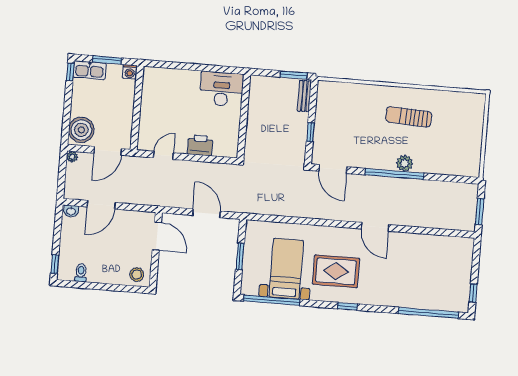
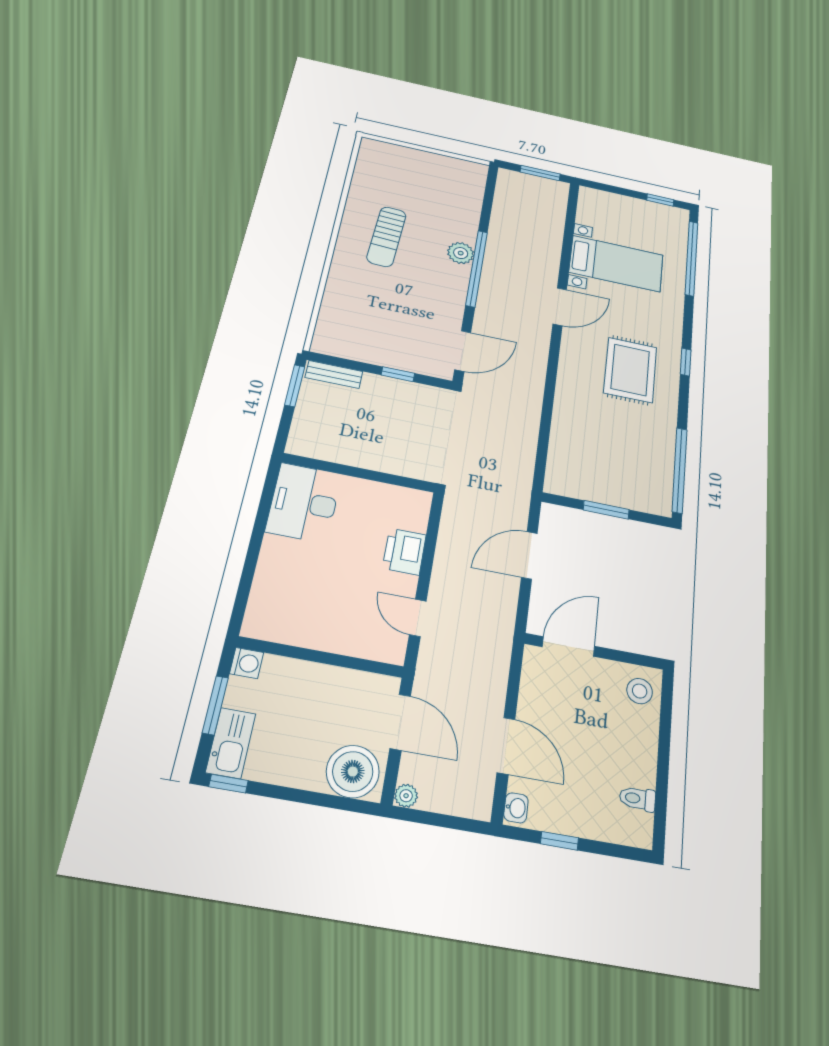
window: (55, 264) -> (559, 841), moved
bed with nightstands: (286, 269) -> (616, 264), moved, turned 180

